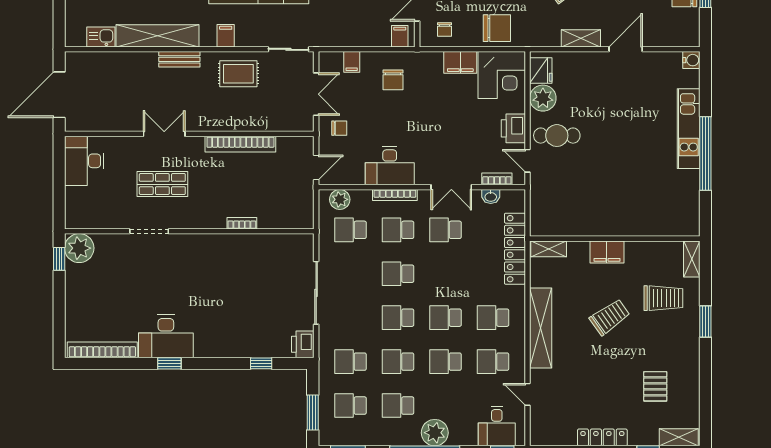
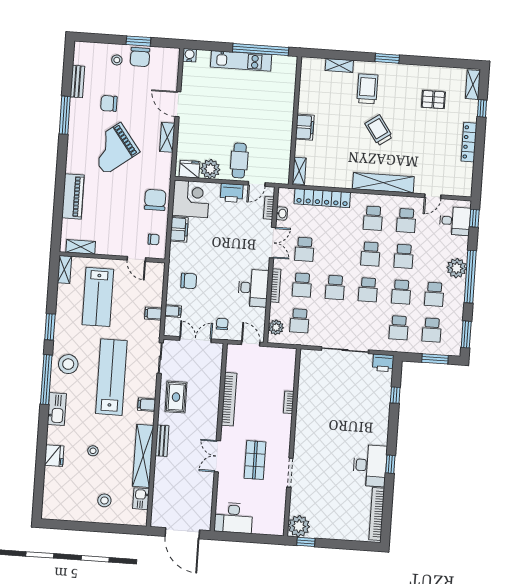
filing cabinet: (400, 36) -> (153, 314), moved
wall: (615, 239) -> (295, 121), moved
shelving: (549, 249) -> (299, 171), moved
filing cabinet: (607, 252) -> (305, 127), moved

